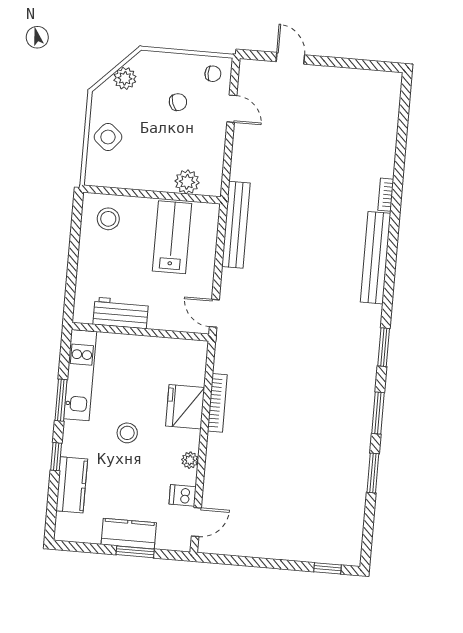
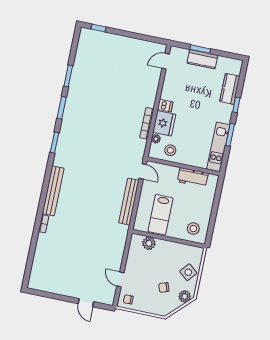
plant: (125, 78) -> (185, 296), moved
chair: (178, 102) -> (164, 287), moved
bench: (236, 225) -> (129, 202), moved
stool: (127, 433) -> (170, 150), moved
plant: (190, 460) -> (156, 139), moved
dishwasher: (183, 495) -> (165, 106), moved

